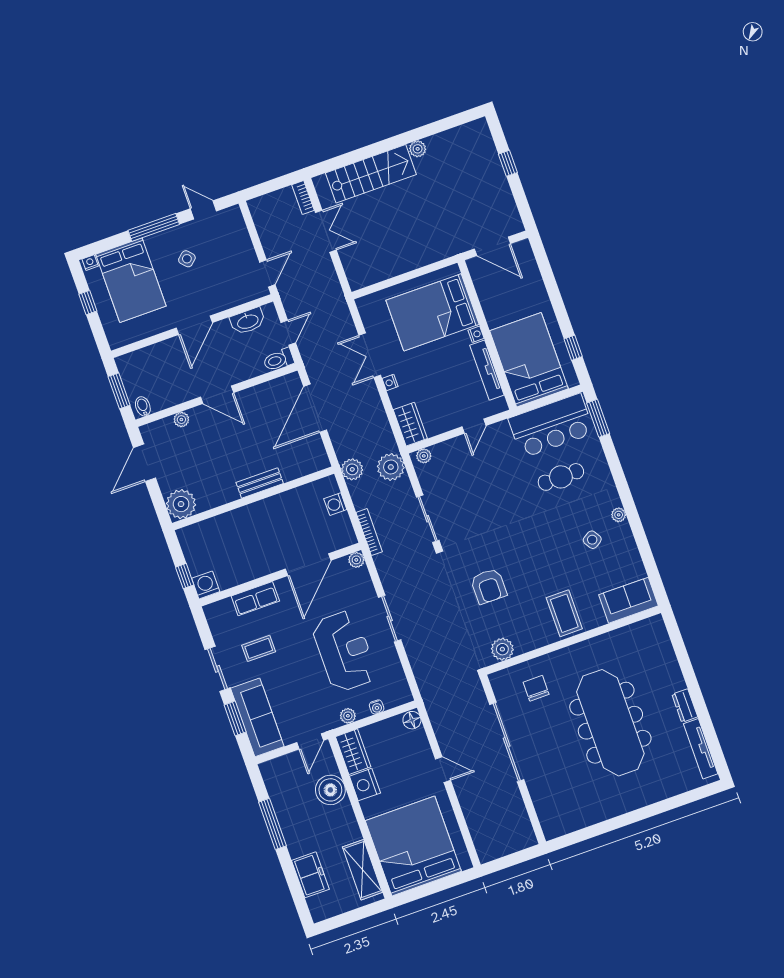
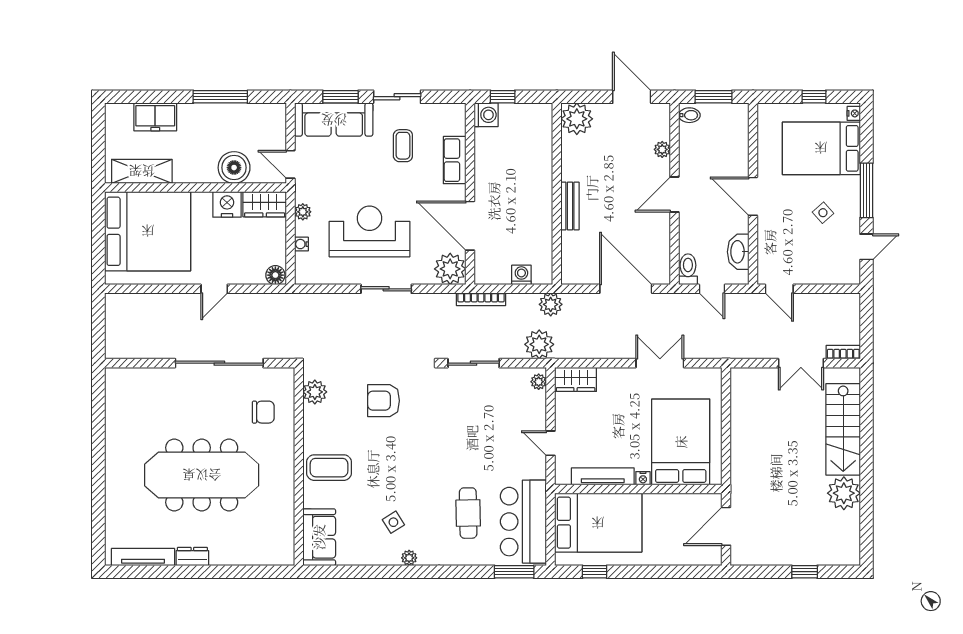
plant: (418, 149) -> (844, 493), width x1.88, depth x1.88
nightstand: (390, 382) -> (625, 374), removed
plant: (356, 560) -> (450, 269), width x1.88, depth x1.88
reception desk: (344, 651) -> (369, 231), turned 180

